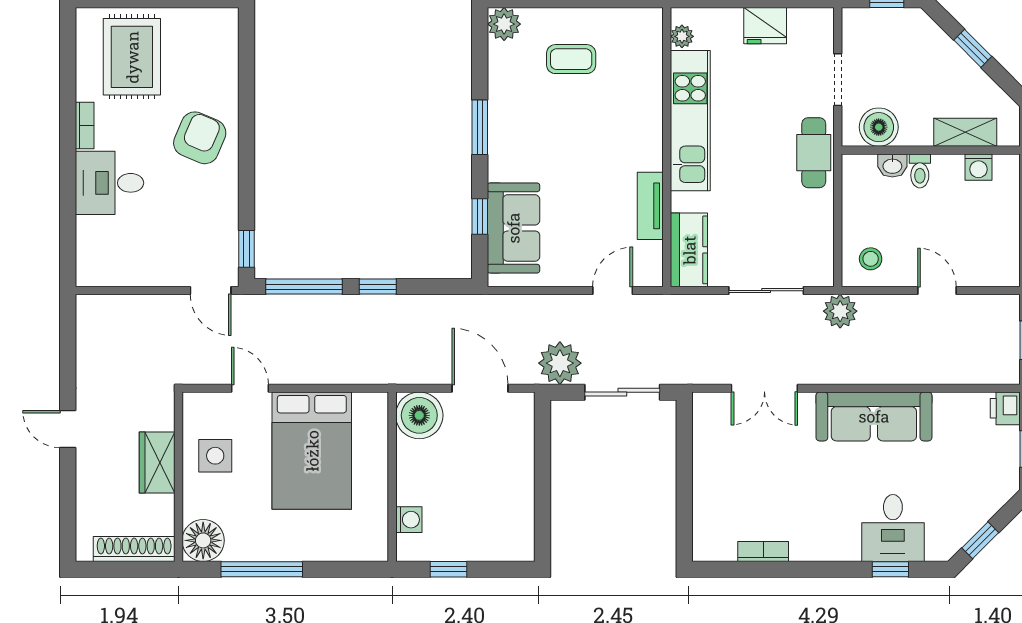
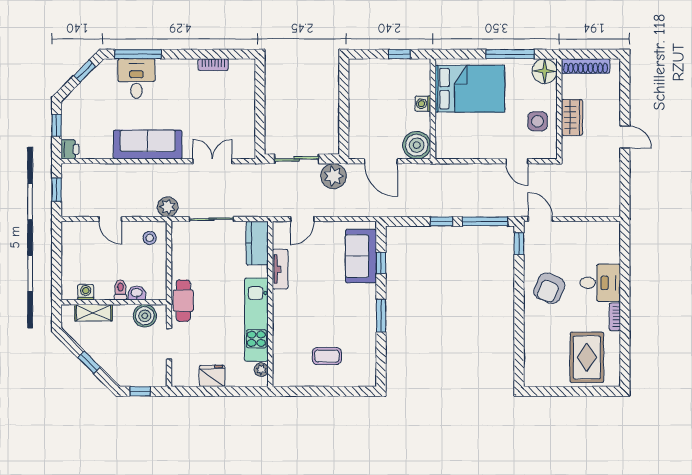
plant: (504, 24) -> (367, 377), removed
armchair: (200, 138) -> (549, 288), moved
bed: (312, 451) -> (470, 89), moved, turned 90
washing machine: (409, 520) -> (423, 104), moved
window: (890, 569) -> (138, 54), width x2.17

